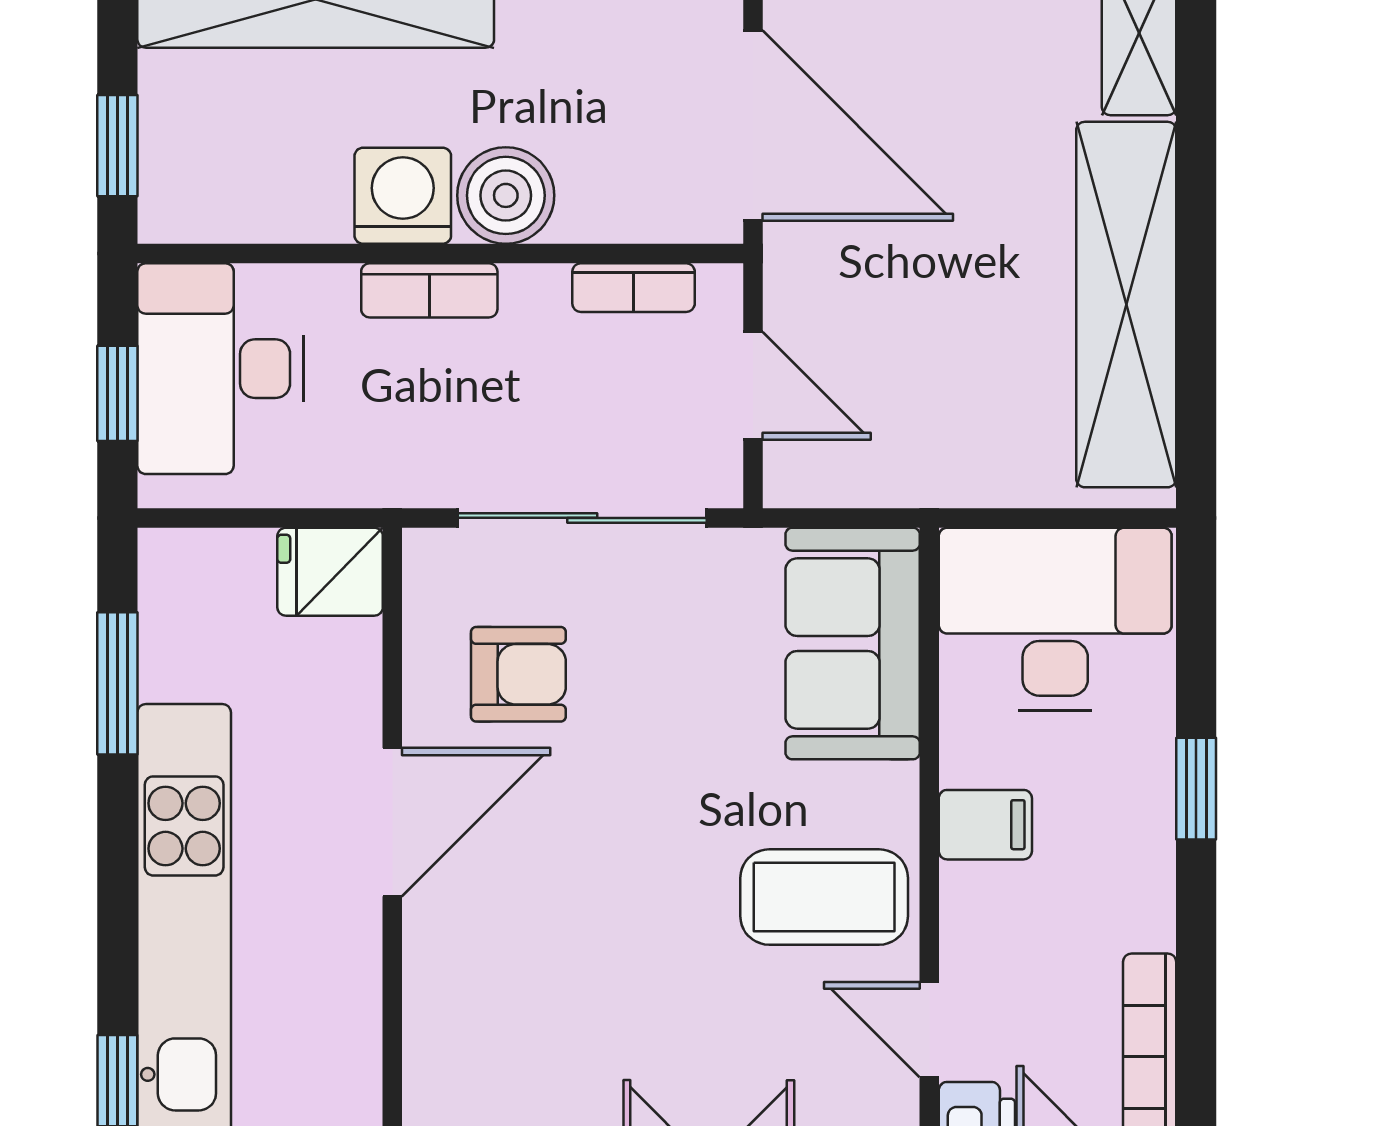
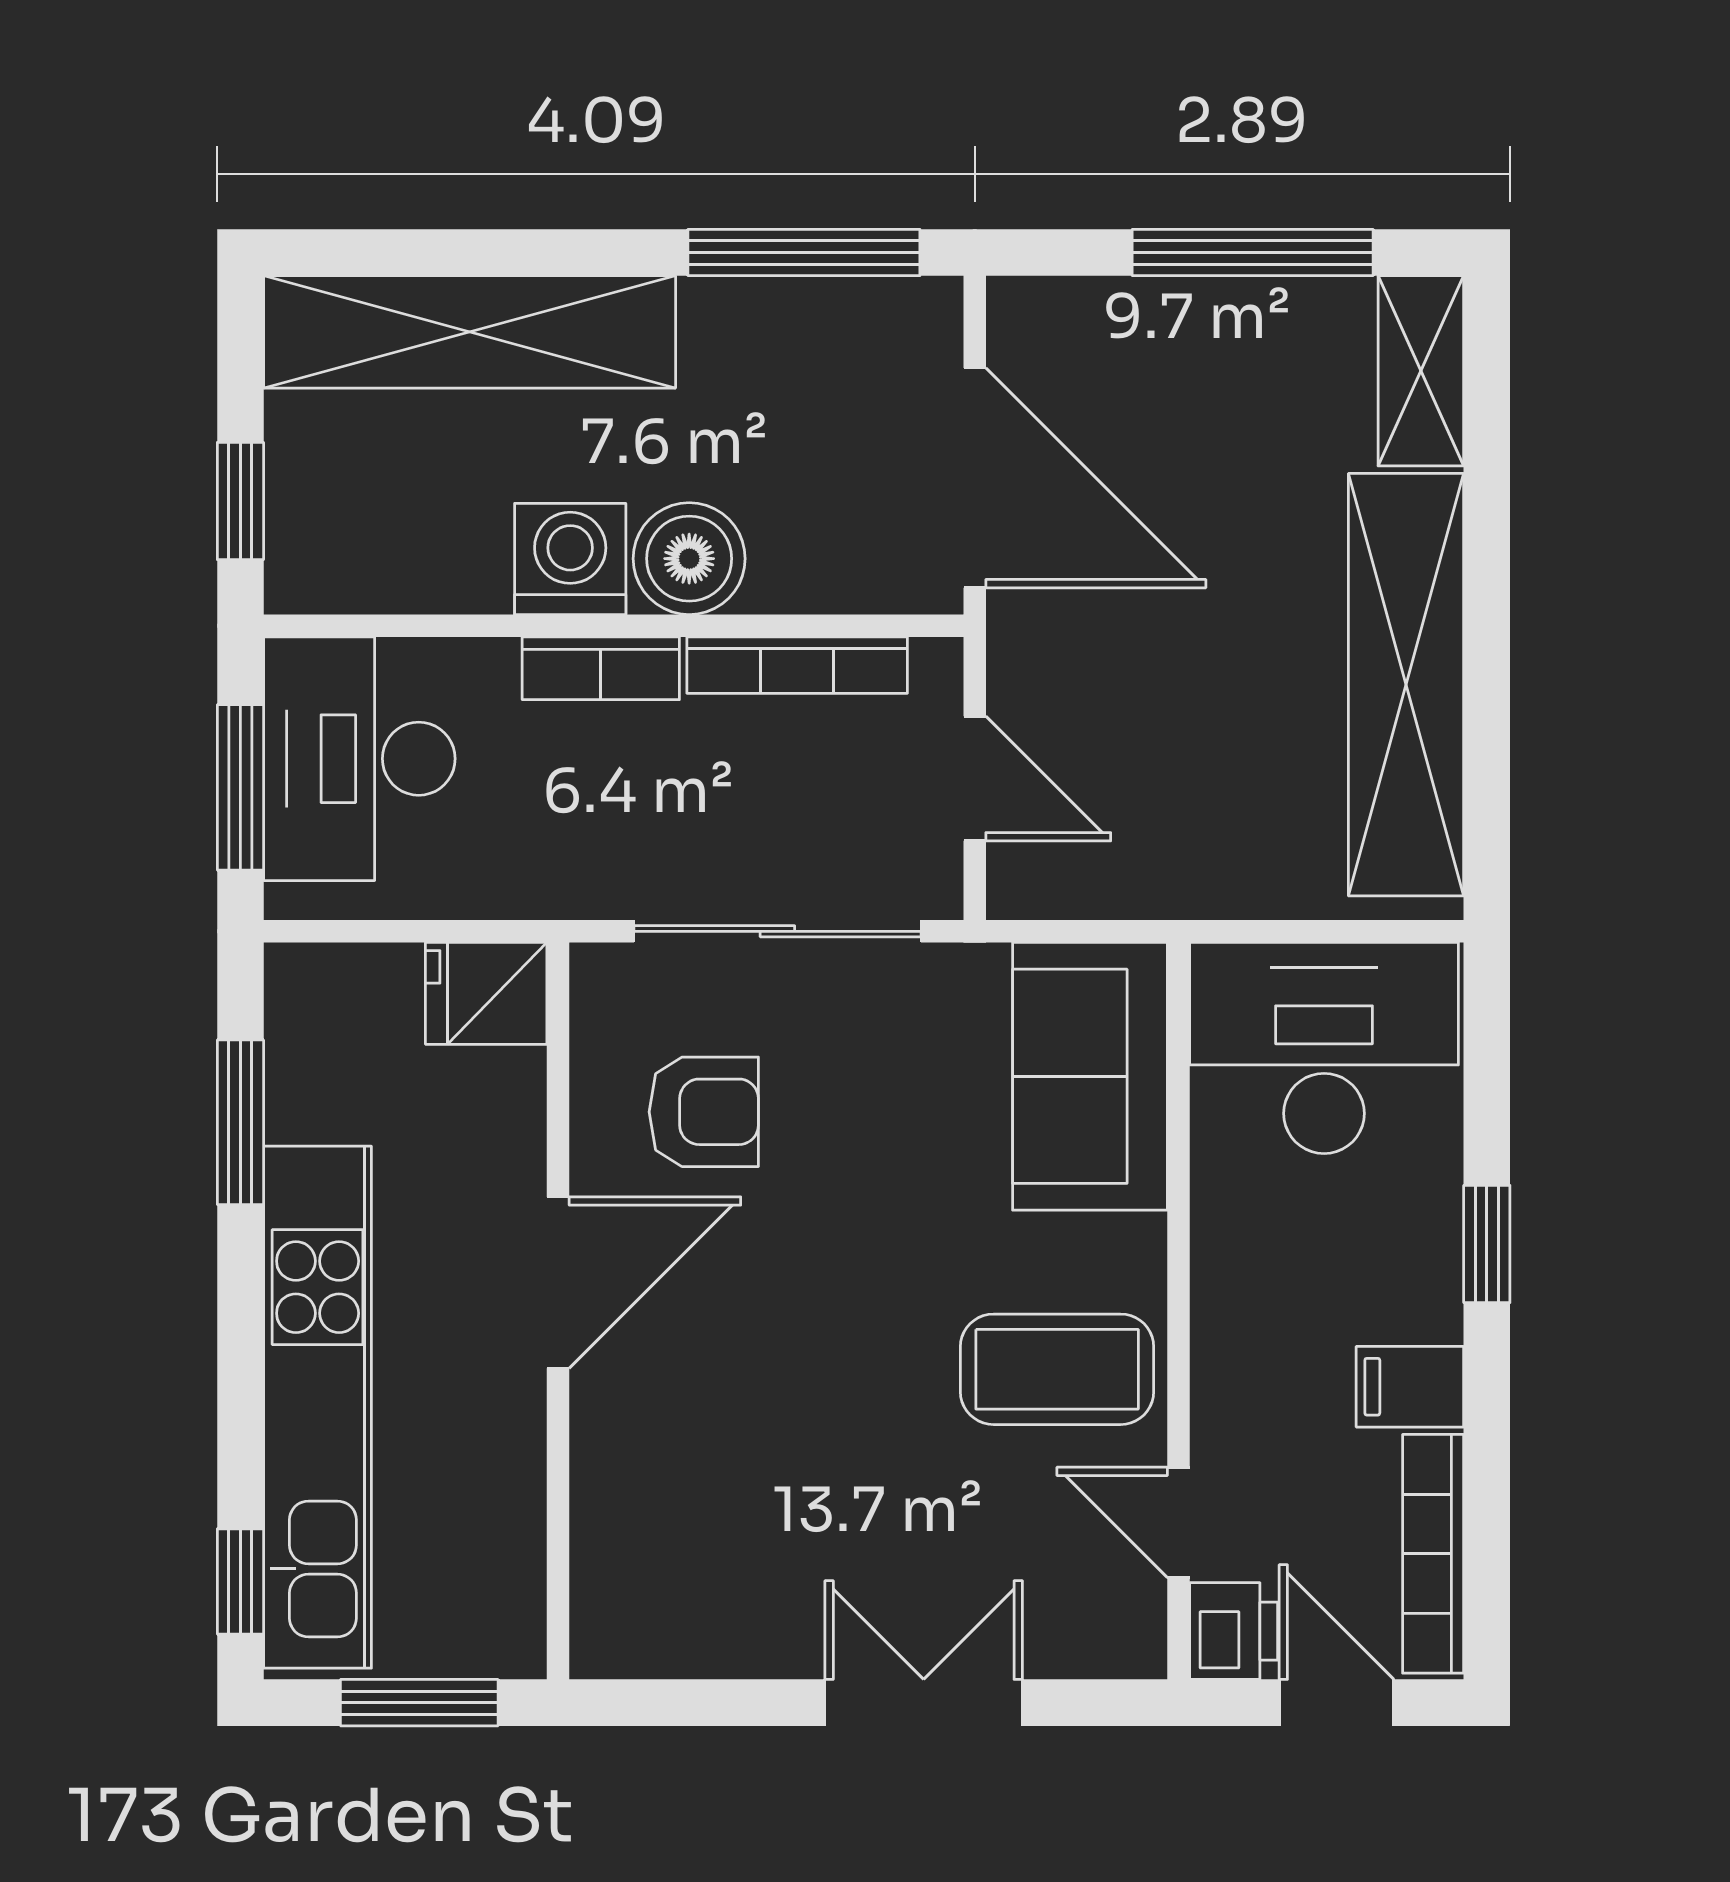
bookcase: (634, 288) -> (797, 665), width x1.56
window: (117, 393) -> (240, 787), width x1.50
filing cabinet: (985, 825) -> (1410, 1387), moved, turned 180

